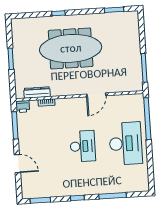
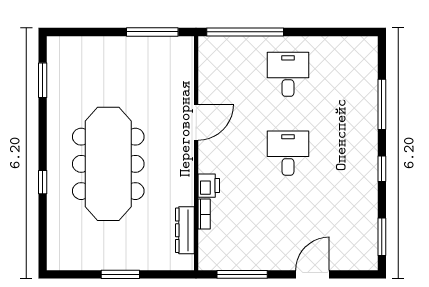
door: (96, 95) -> (196, 122), hinge flipped
printer: (23, 107) -> (209, 186), moved
desk: (126, 143) -> (288, 74), width x0.53, depth x0.77
desk: (83, 146) -> (288, 153), width x0.73

